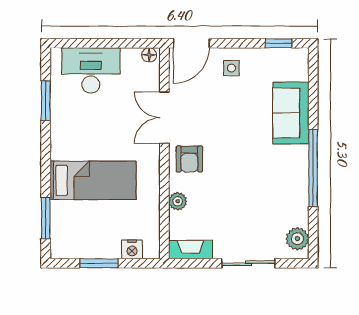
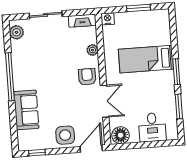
floor lamp: (149, 55) -> (121, 135), width x1.89, depth x1.89
side table: (231, 68) -> (65, 135), width x1.87, depth x1.87
desk: (91, 70) -> (152, 127), width x0.73
window: (46, 218) -> (176, 72), moved
nightstand: (132, 249) -> (108, 19), moved

